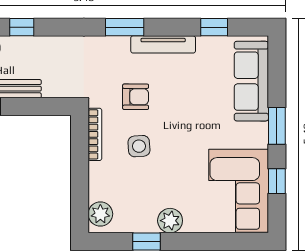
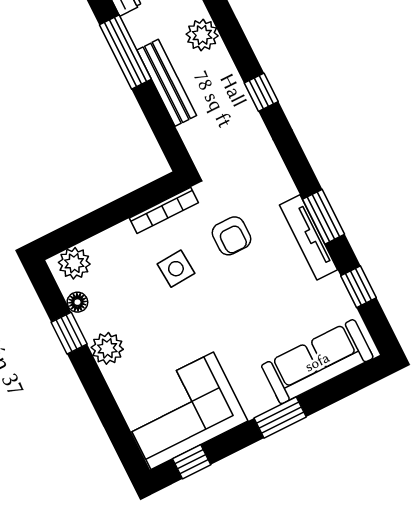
window: (22, 27) -> (261, 92), moved
window: (125, 27) -> (324, 217), moved
window: (277, 181) -> (192, 462), moved
floor lamp: (128, 225) -> (77, 302), added

